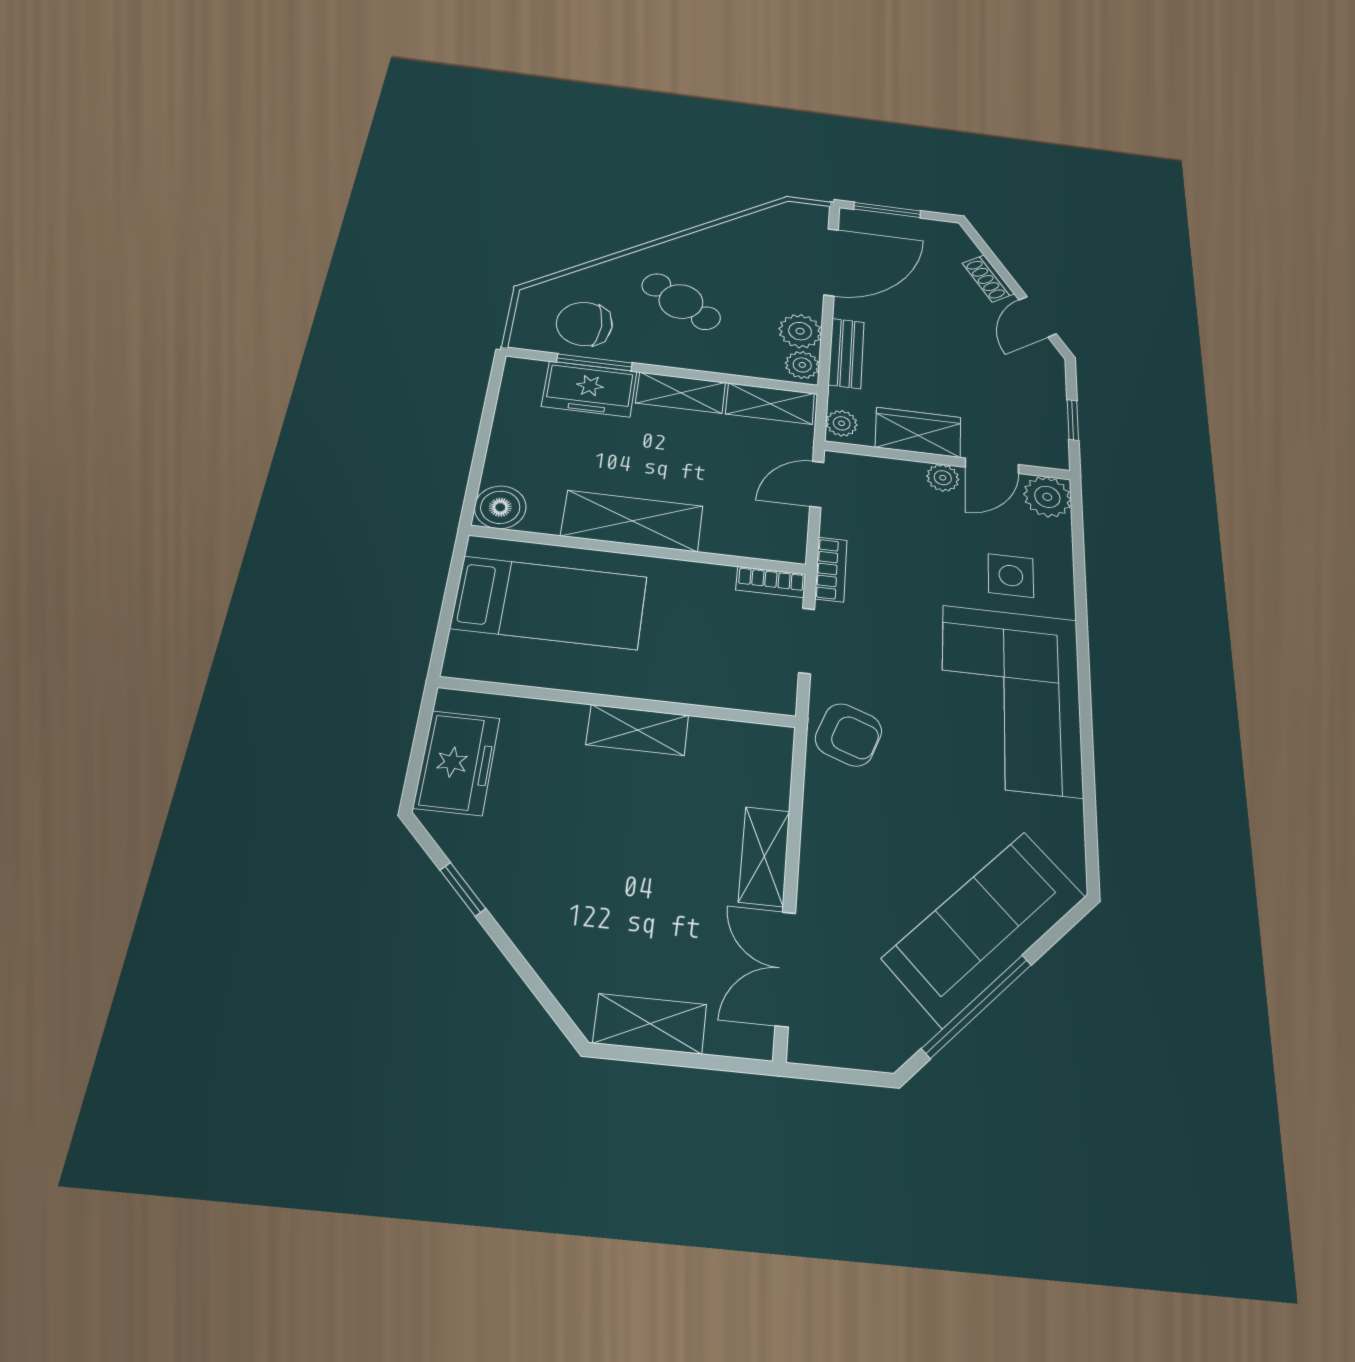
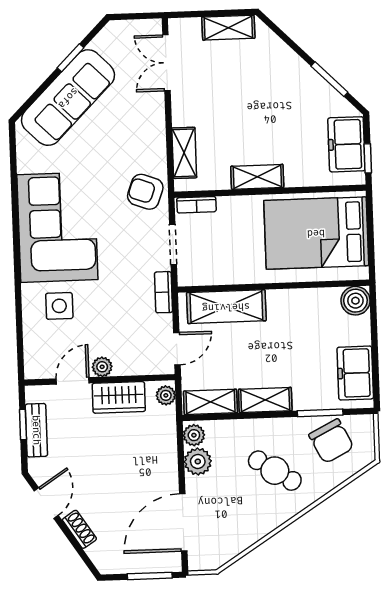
chair: (584, 324) -> (331, 441), turned 63
bench: (846, 353) -> (36, 430), moved
freezer: (589, 389) -> (355, 373), moved, turned -90
plant: (1047, 497) -> (38, 364), removed
shelving: (632, 521) -> (226, 307), moved
bookcase: (771, 582) -> (196, 205), moved, turned 180
bed: (550, 603) -> (316, 233), width x1.50
window: (422, 732) -> (368, 158), added
shelving: (764, 856) -> (184, 153), moved
window: (463, 889) -> (329, 79), width x1.50
double door: (785, 969) -> (166, 63), swing flipped
window: (977, 1006) -> (70, 58), width x0.46

